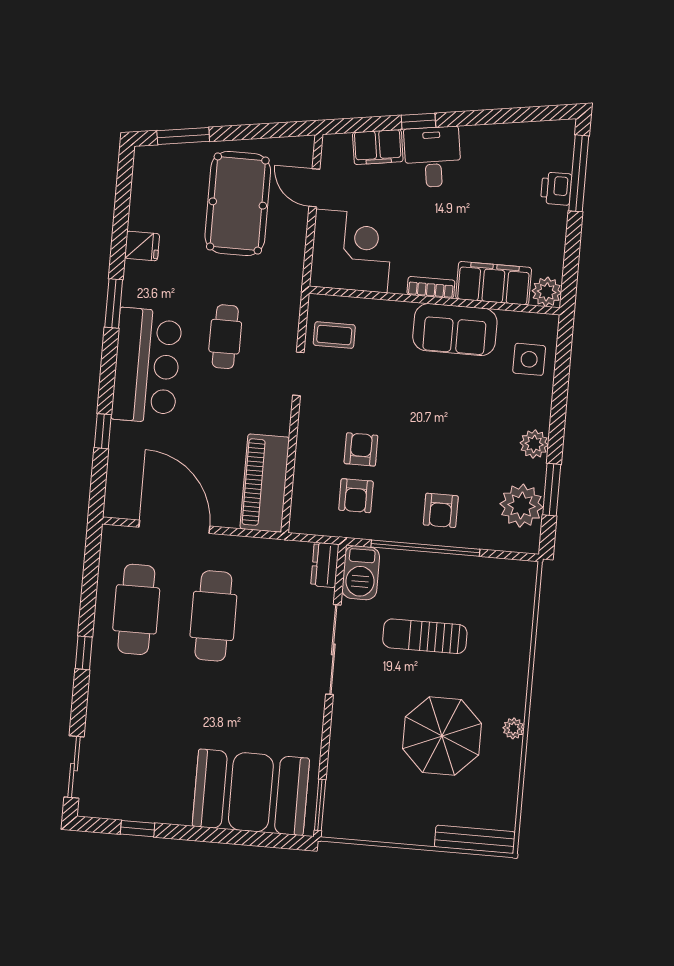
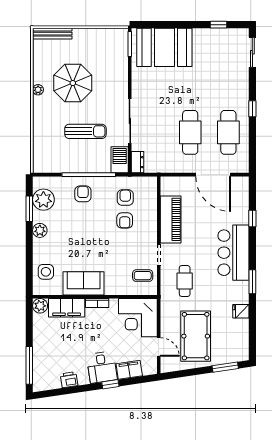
printer: (556, 189) -> (69, 380), moved, turned -98
cafe table: (225, 337) -> (185, 281), moved
piano: (265, 483) -> (171, 219), moved

